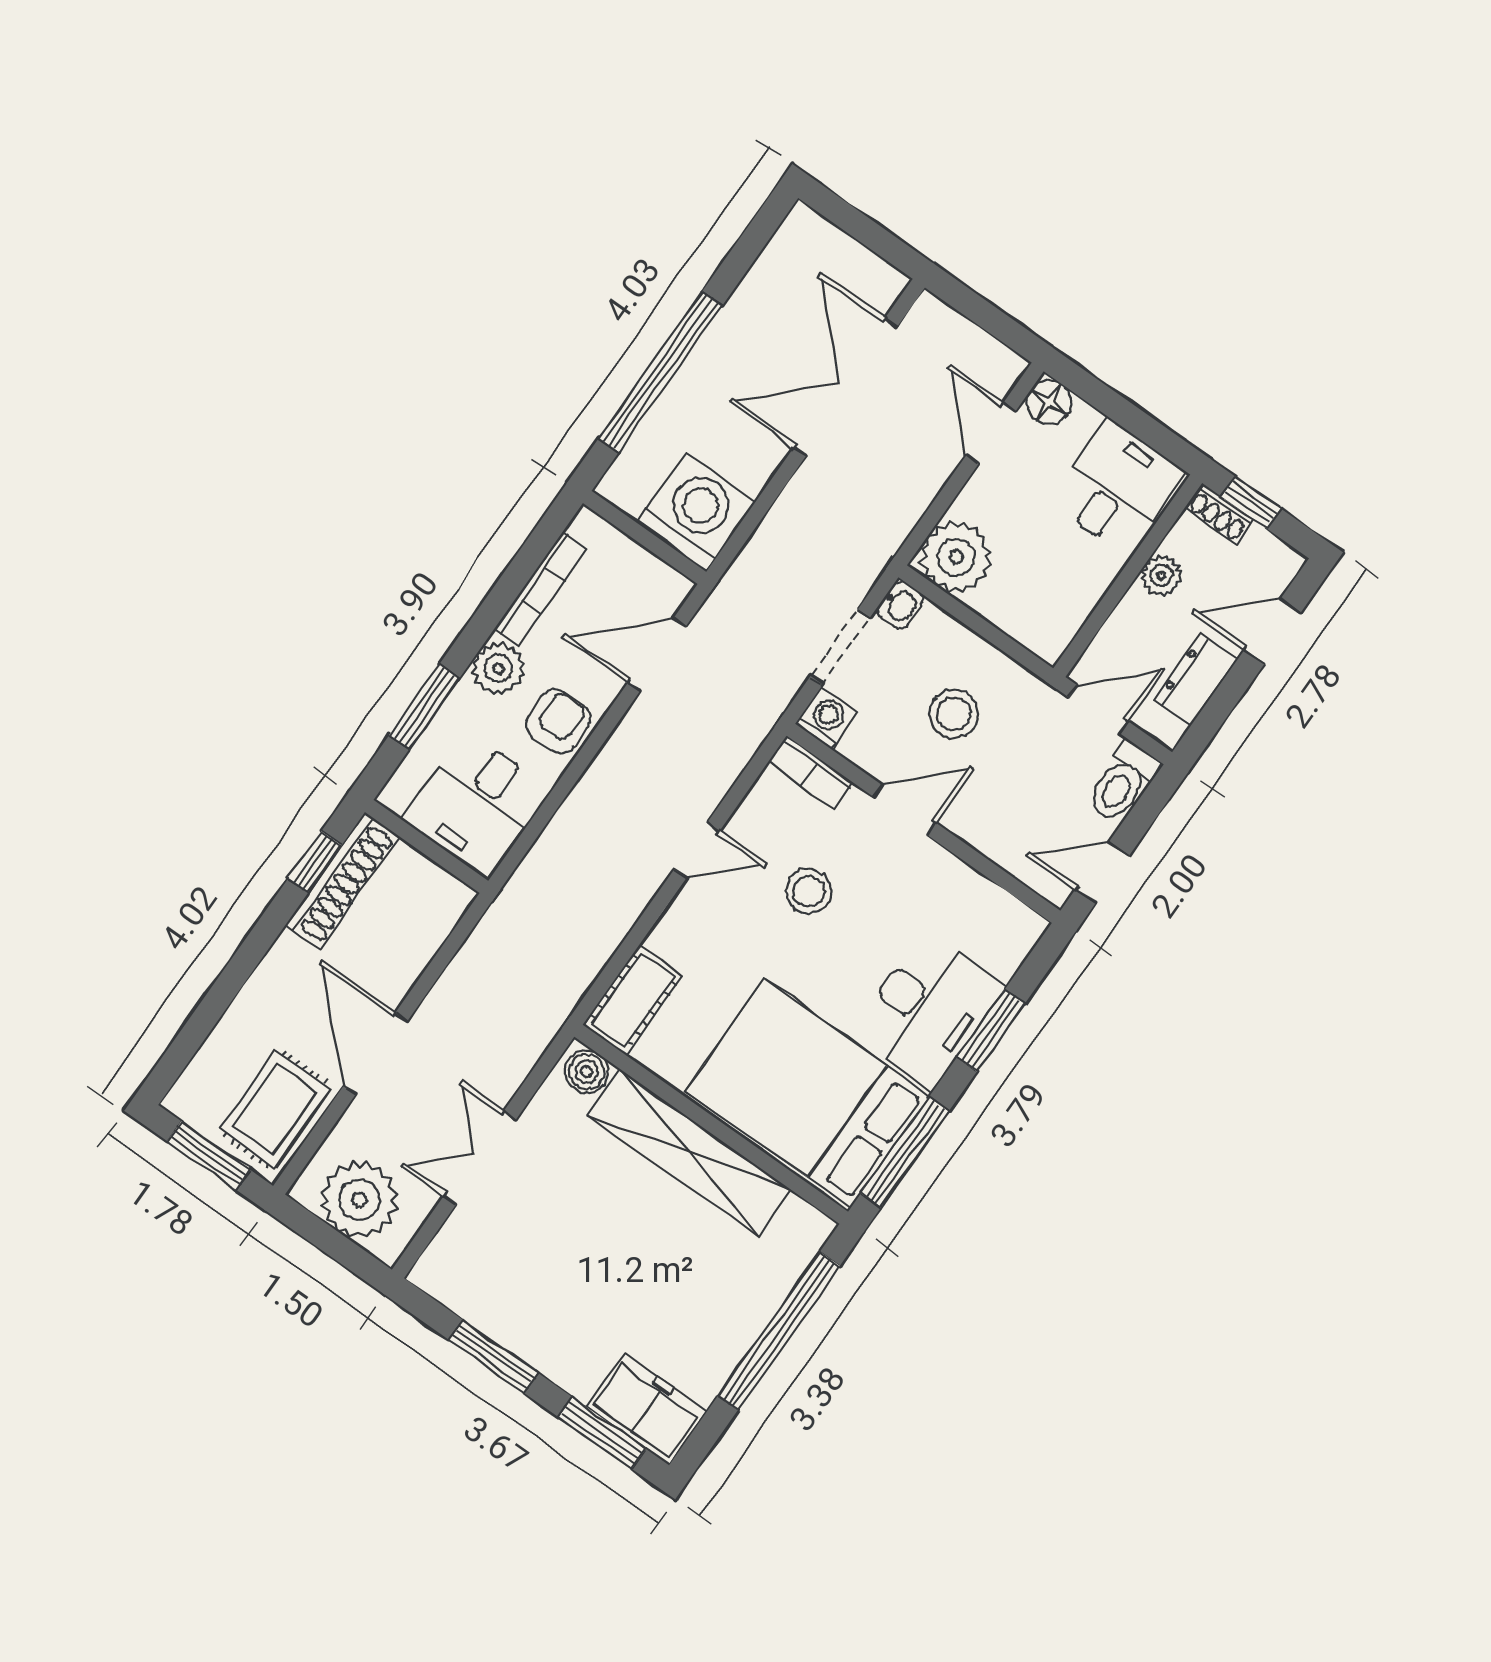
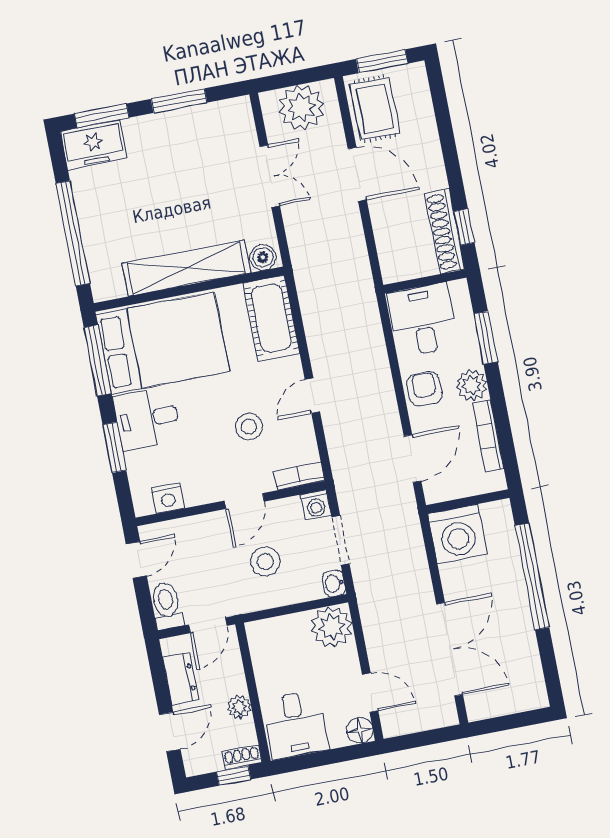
armchair: (558, 722) -> (424, 389), turned 180
nightstand: (990, 906) -> (168, 498), added
cot: (633, 1000) -> (271, 318), width x1.37, depth x1.34
desk: (928, 1010) -> (147, 418), width x0.73

